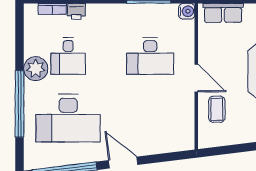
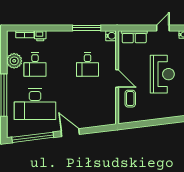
desk: (150, 56) -> (88, 64), width x0.73
plant: (36, 69) -> (14, 61), moved

